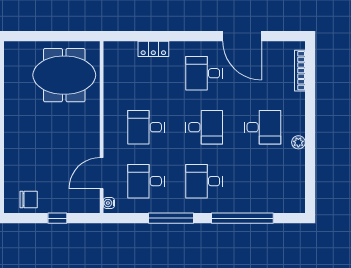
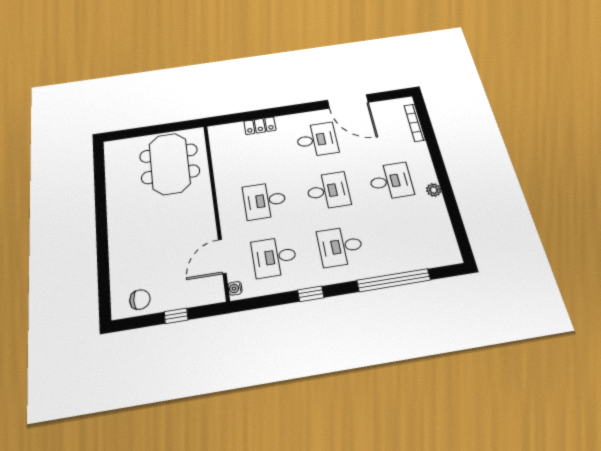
desk: (204, 73) -> (317, 140), turned 180
meeting table: (64, 75) -> (170, 164), turned 90
window: (171, 218) -> (311, 294), width x0.46

